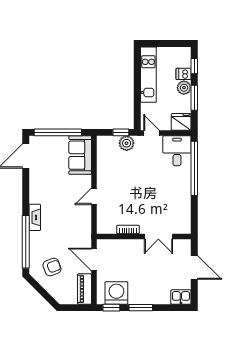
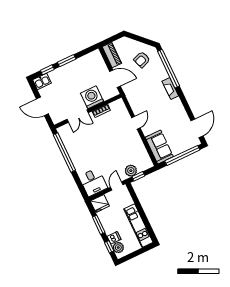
plant: (184, 88) -> (118, 248), moved
door: (152, 133) -> (117, 186), swing flipped
window: (194, 168) -> (64, 152), moved
double door: (158, 237) -> (78, 116), swing flipped
washing machine: (116, 293) -> (92, 97), moved, turned 180
window: (111, 308) -> (47, 70), moved

